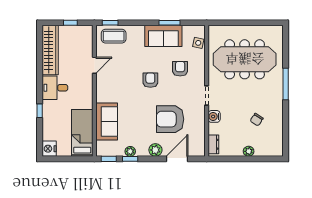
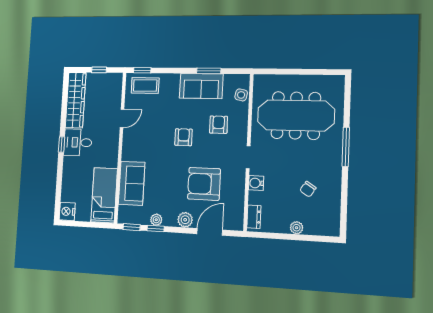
window: (40, 111) -> (62, 144), moved

